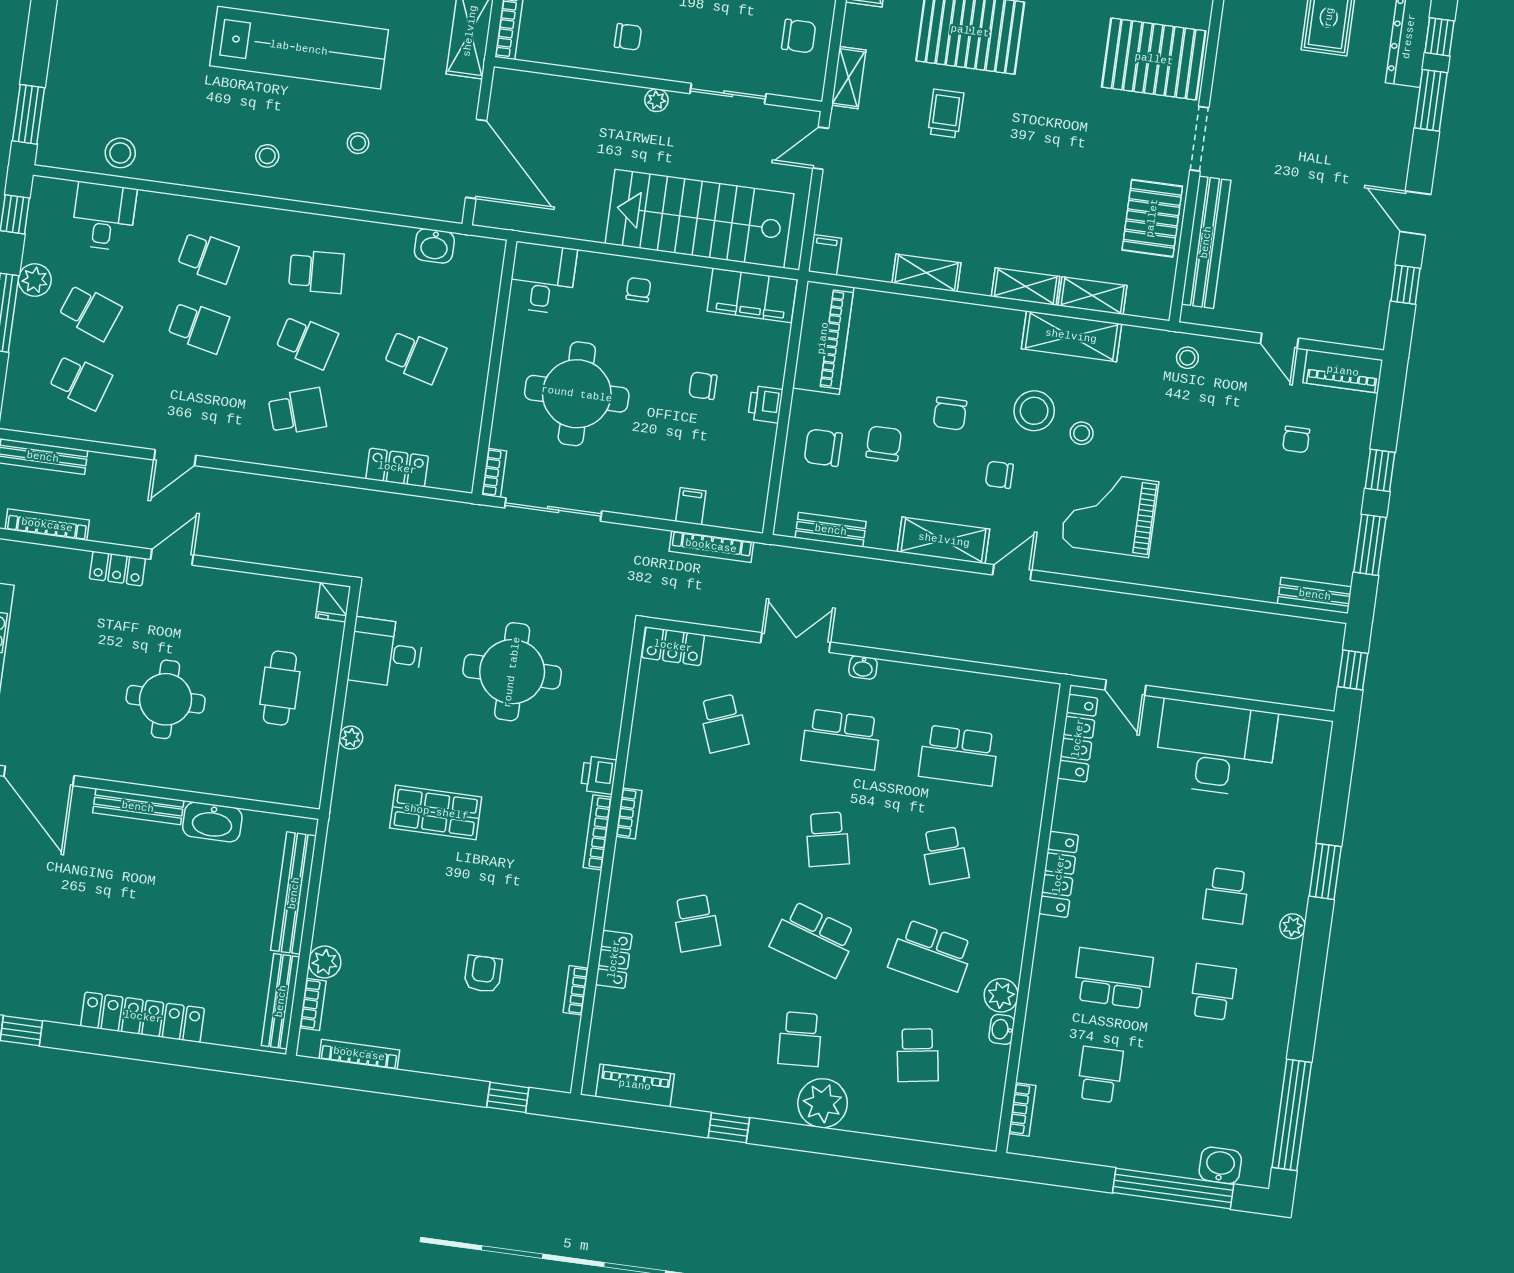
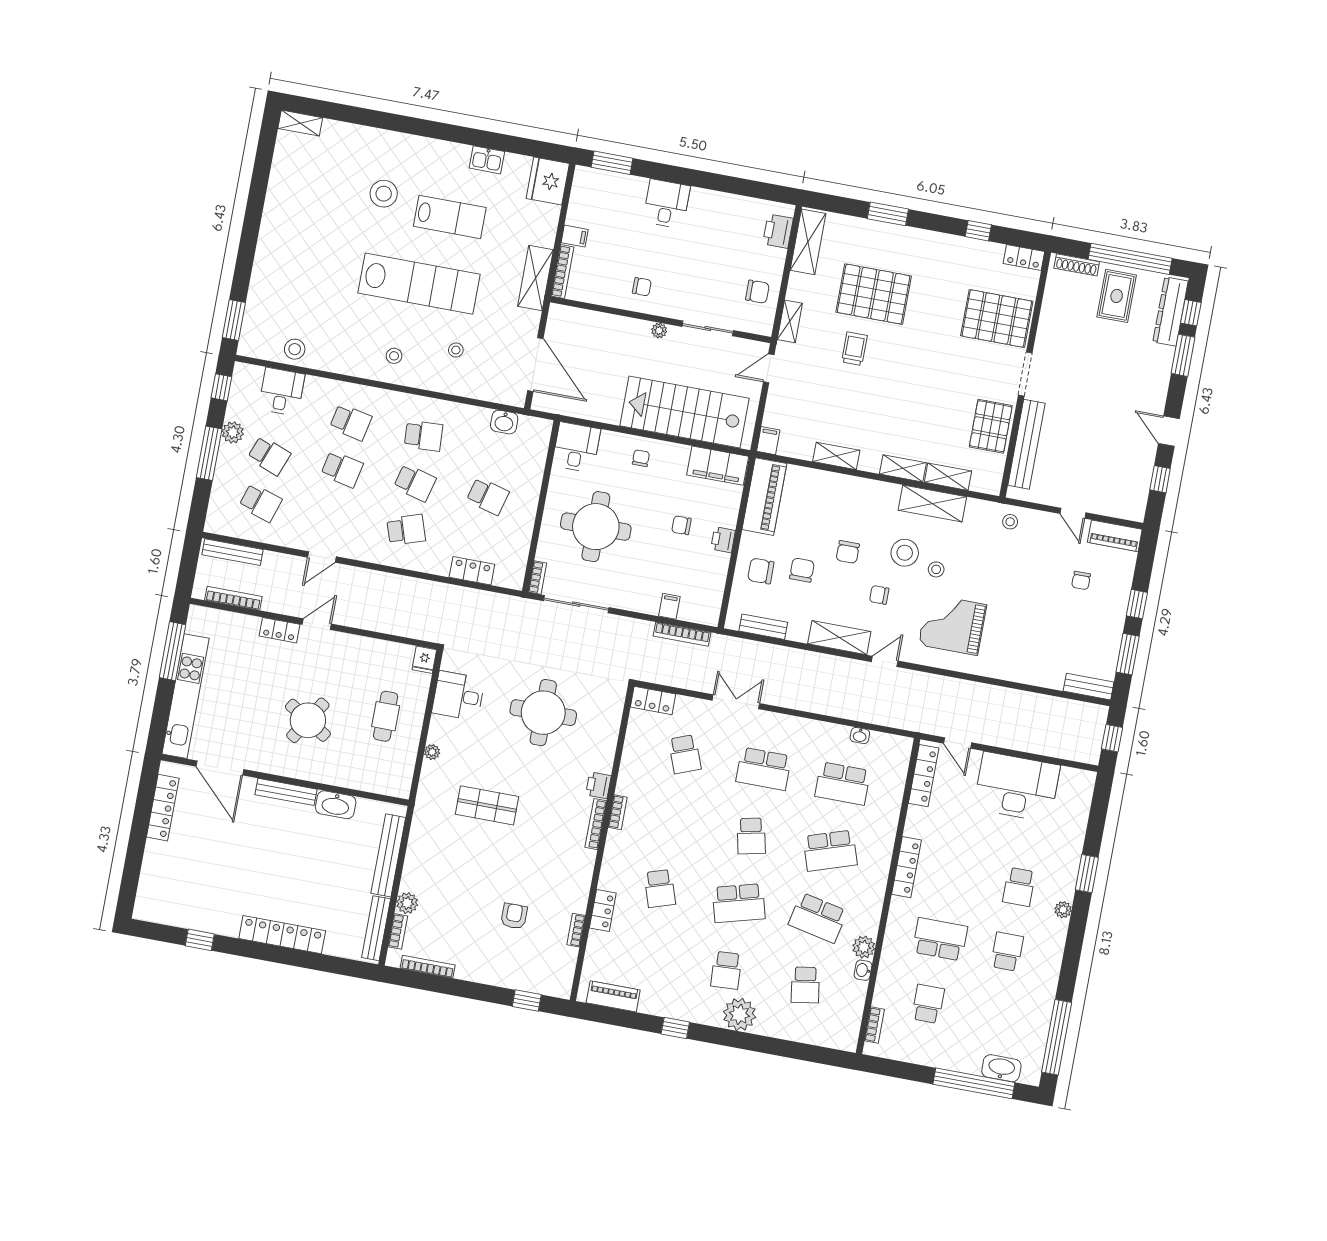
washbasin: (863, 667) -> (860, 736), moved
round table: (166, 699) -> (308, 720), turned 32
school desk: (945, 855) -> (830, 851), width x1.85
school desk: (814, 939) -> (739, 903), turned -33
washbasin: (1220, 1165) -> (1001, 1068), width x1.38

